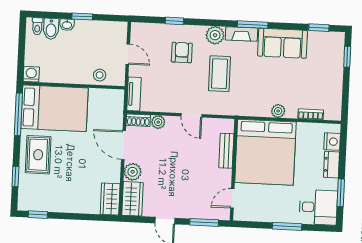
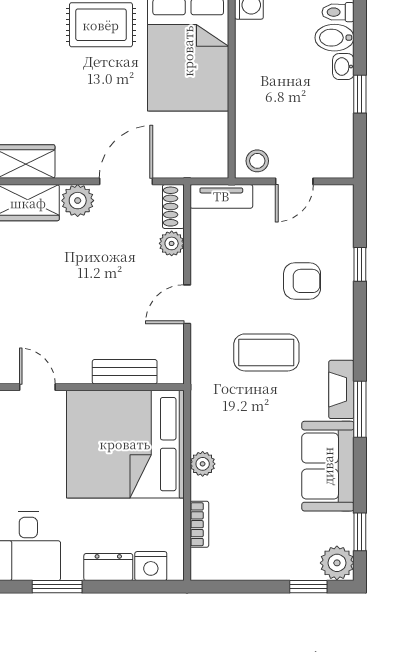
plant: (215, 35) -> (337, 563), moved
stool: (100, 75) -> (257, 161), moved

